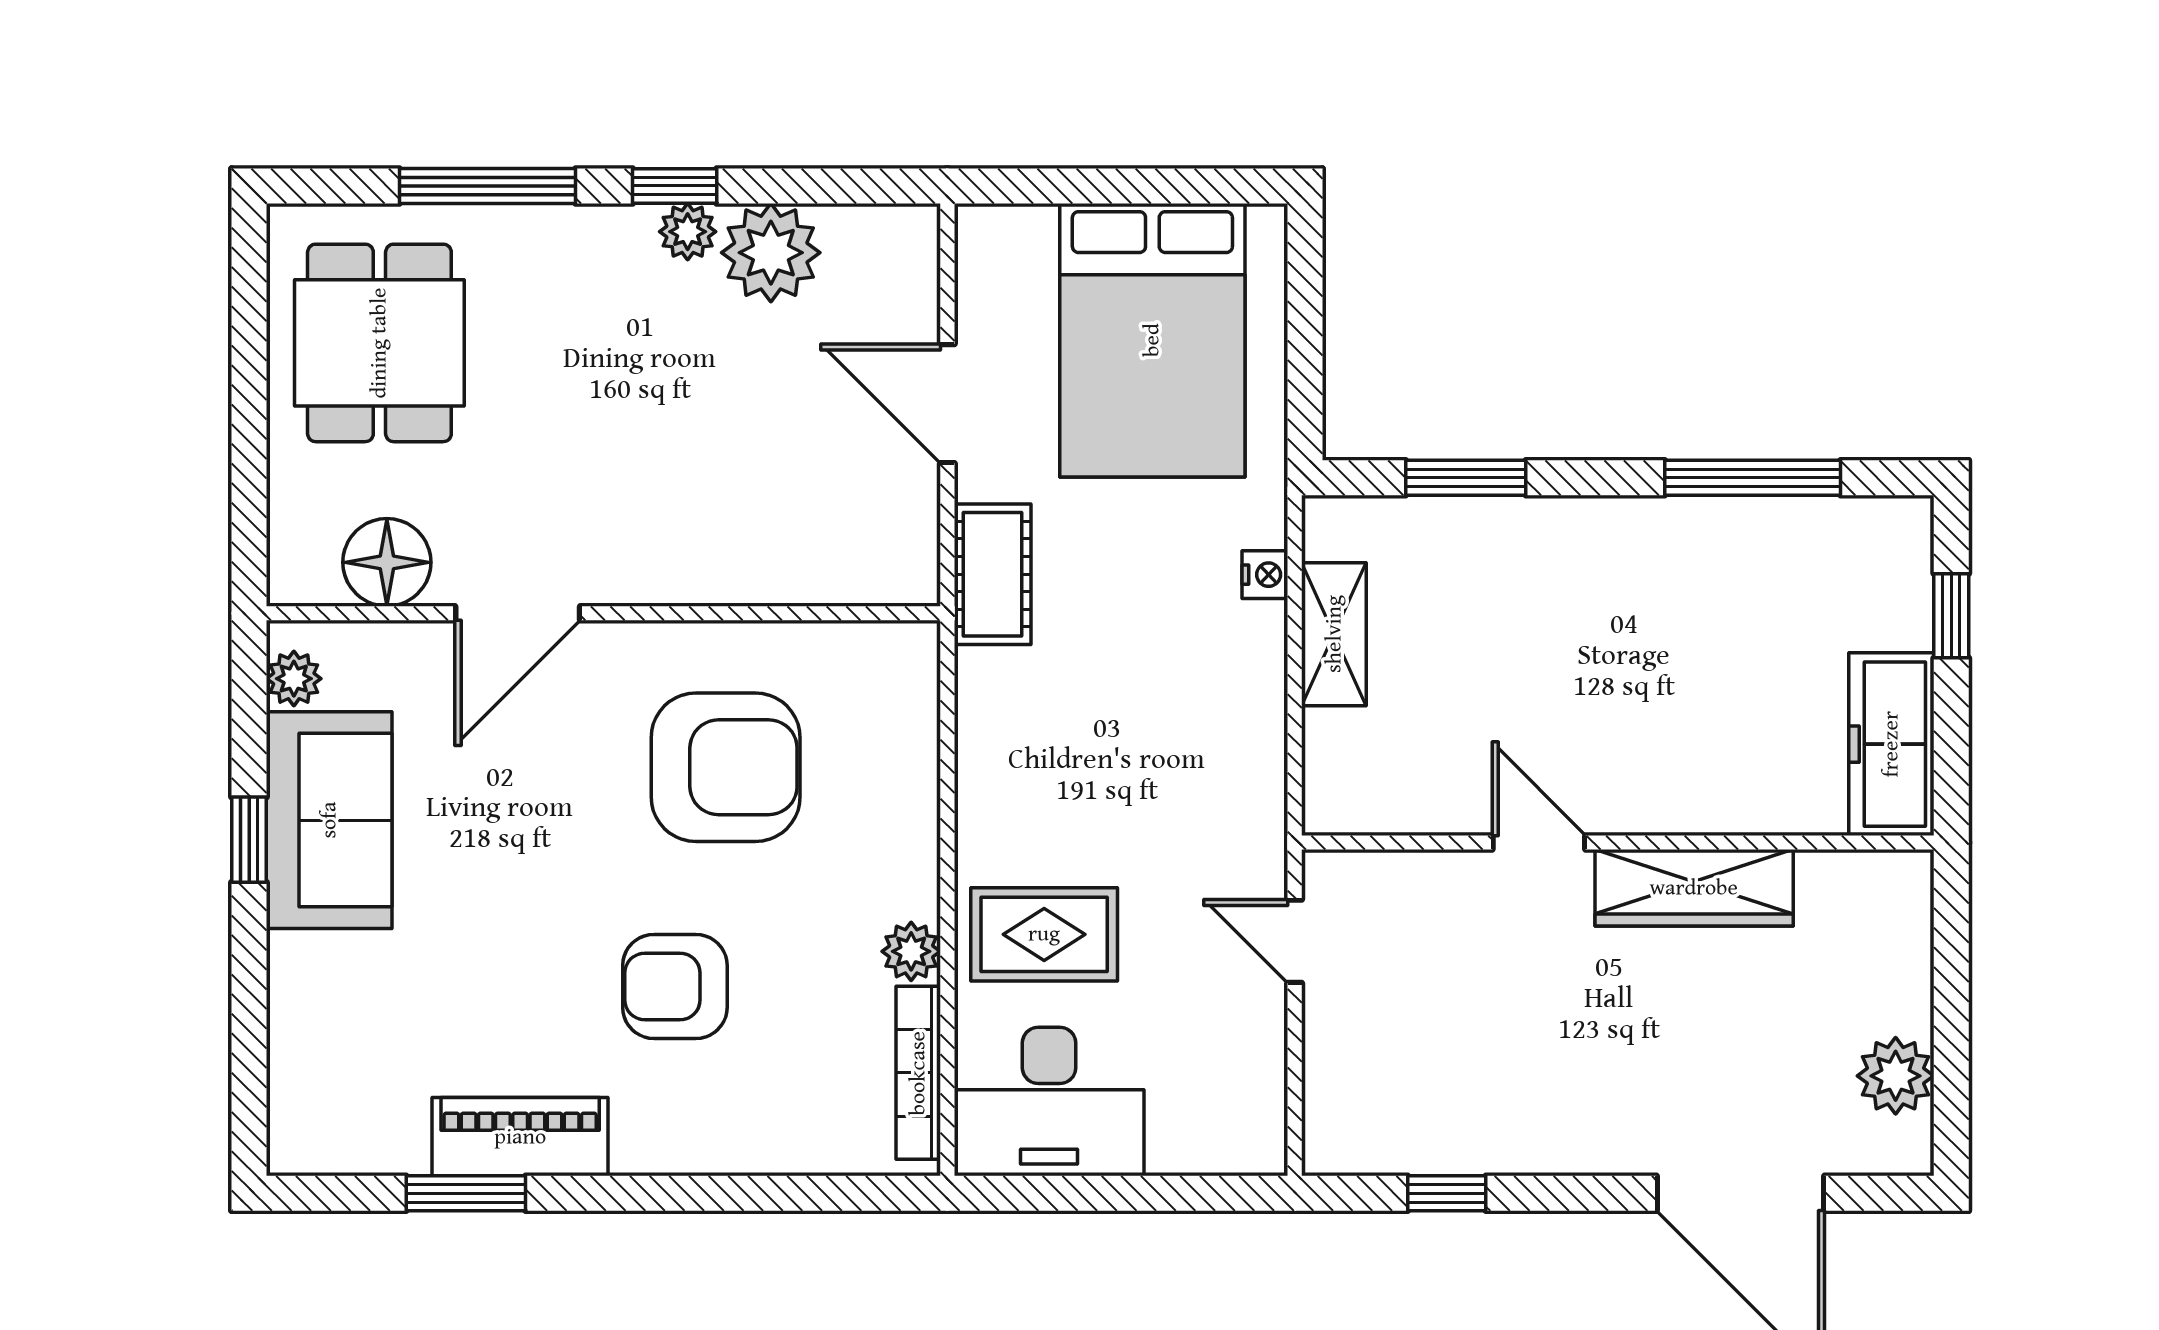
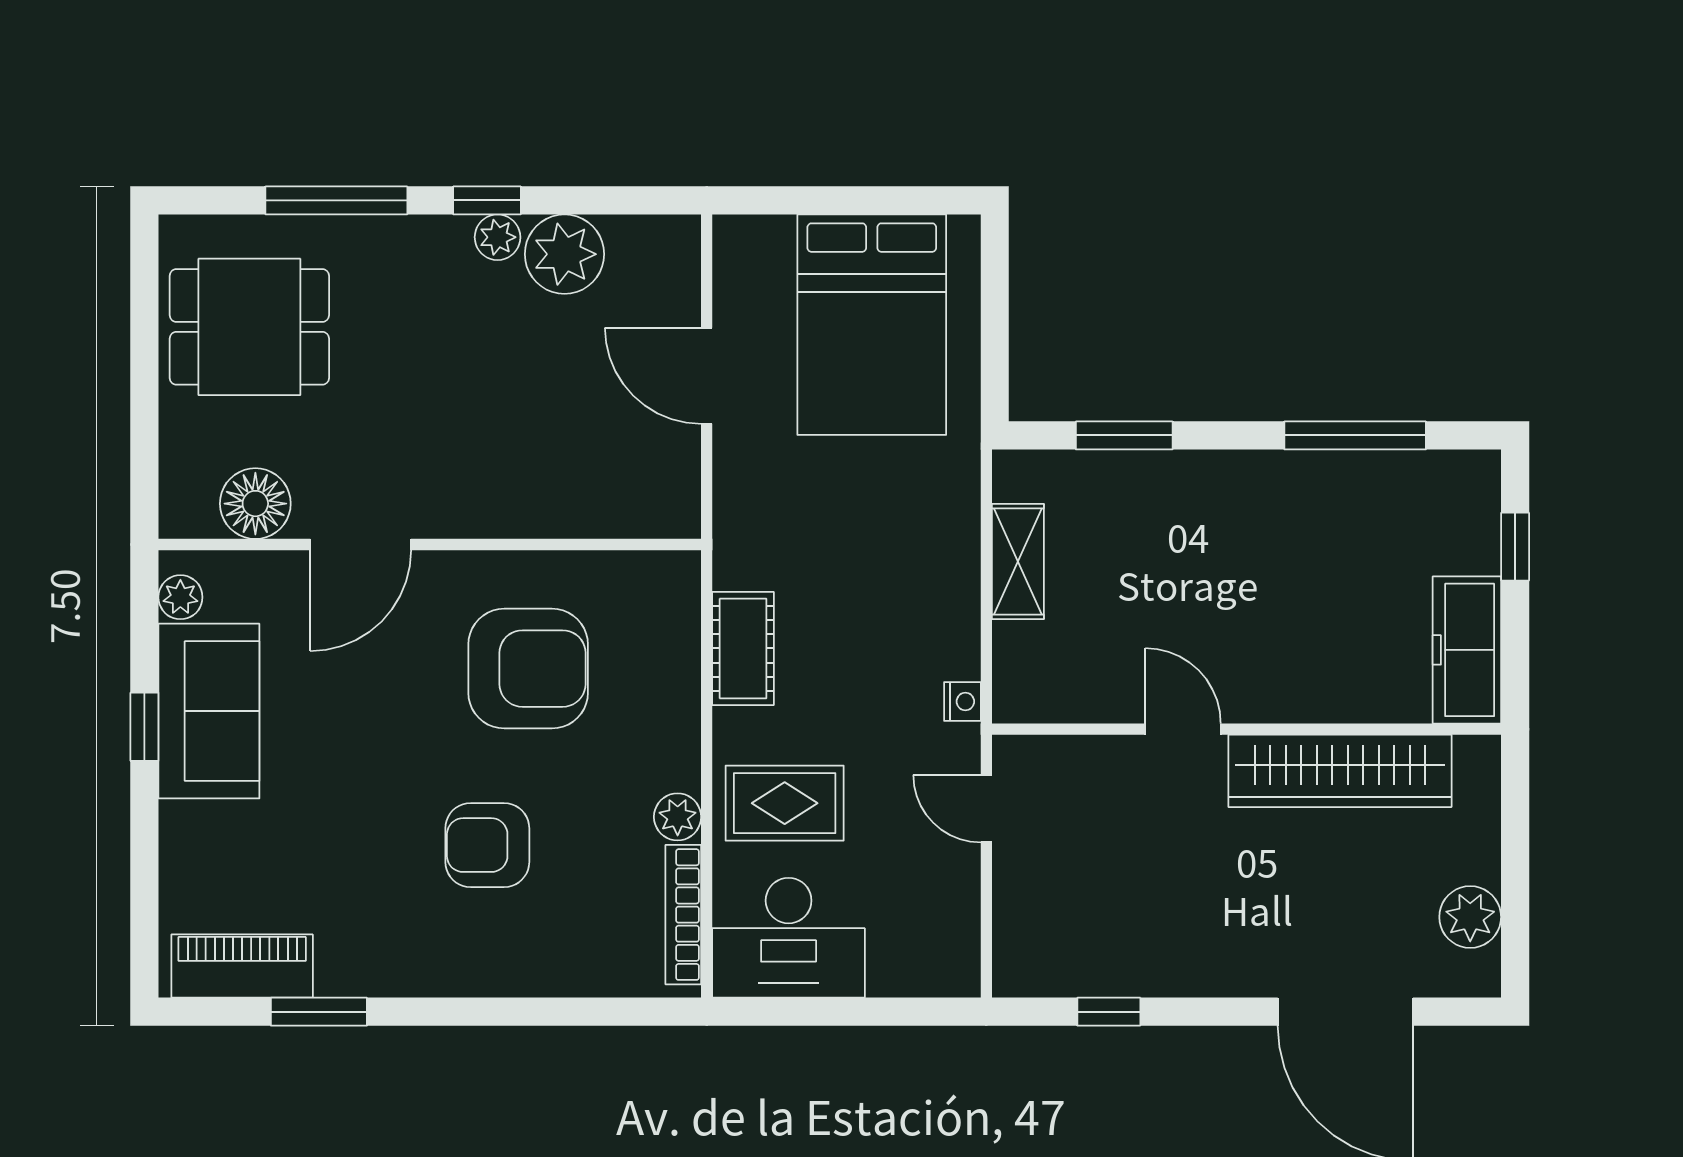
dining table: (379, 343) -> (249, 327), turned 90
cot: (993, 574) -> (743, 648), moved
nightstand: (1265, 575) -> (962, 702), moved
wardrobe: (1694, 888) -> (1340, 771), width x1.40, depth x1.17
piano: (520, 1137) -> (242, 966), moved

